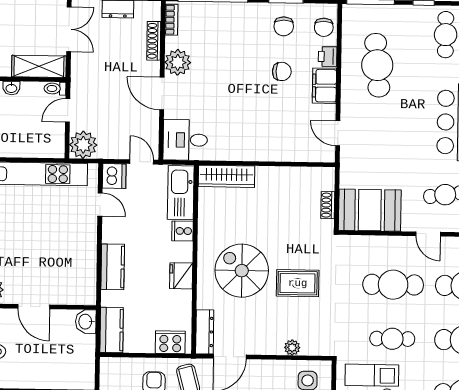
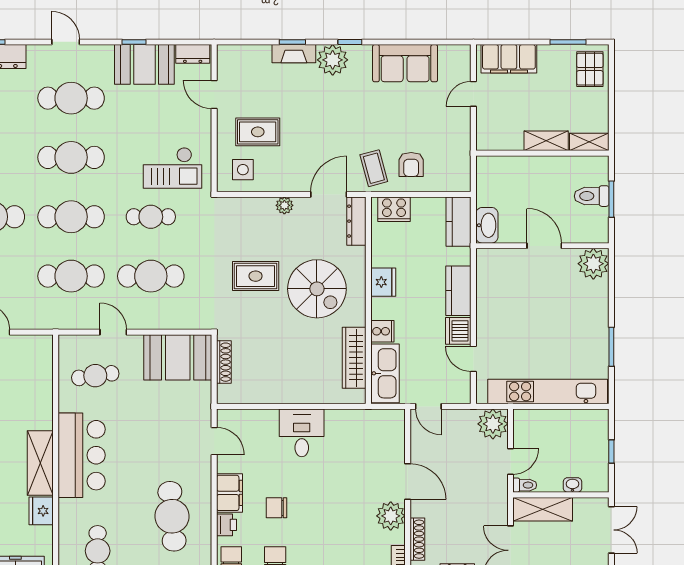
desk: (185, 140) -> (302, 433), moved, turned -90
dishwasher: (114, 176) -> (458, 331), moved
wardrobe: (226, 176) -> (354, 358), moved, turned -90
shoe rack: (328, 205) -> (224, 362), width x1.43
washbasin: (86, 322) -> (487, 225), width x1.38
plant: (292, 348) -> (284, 205), moved

